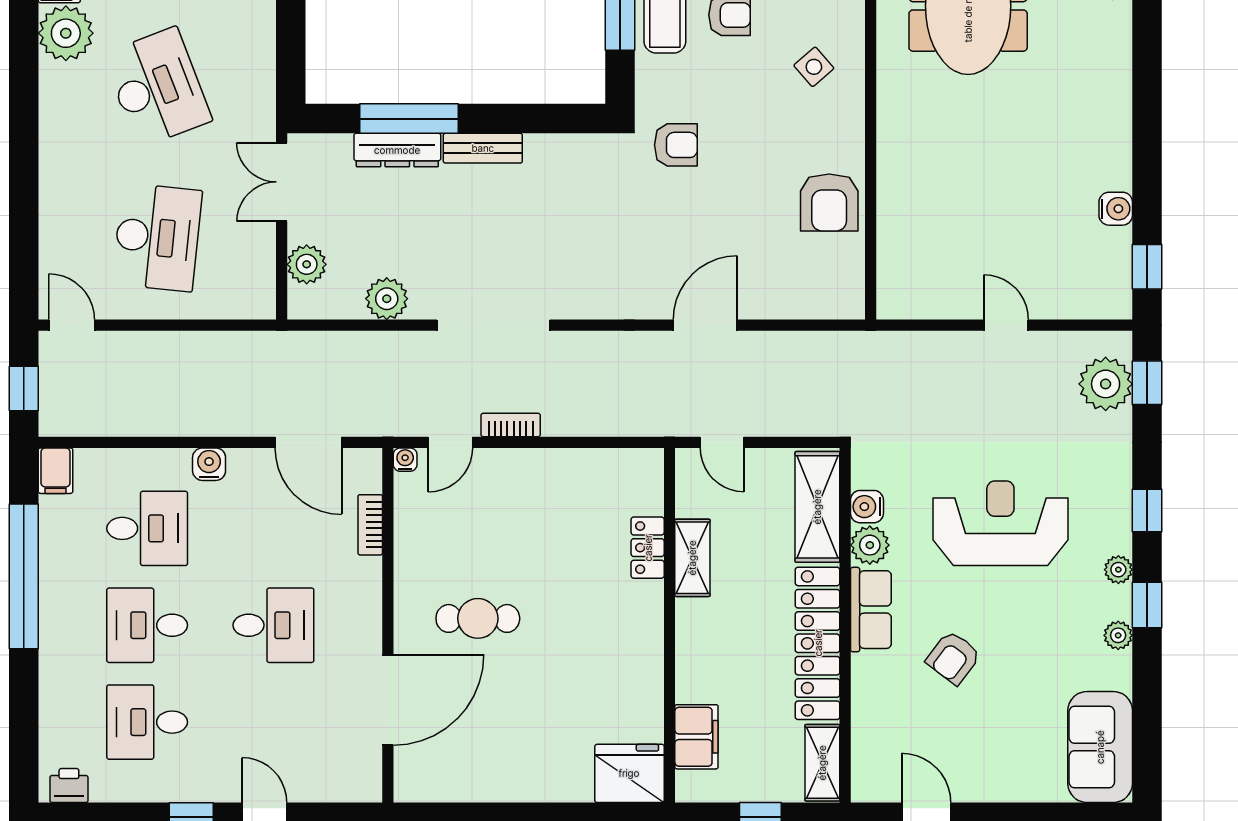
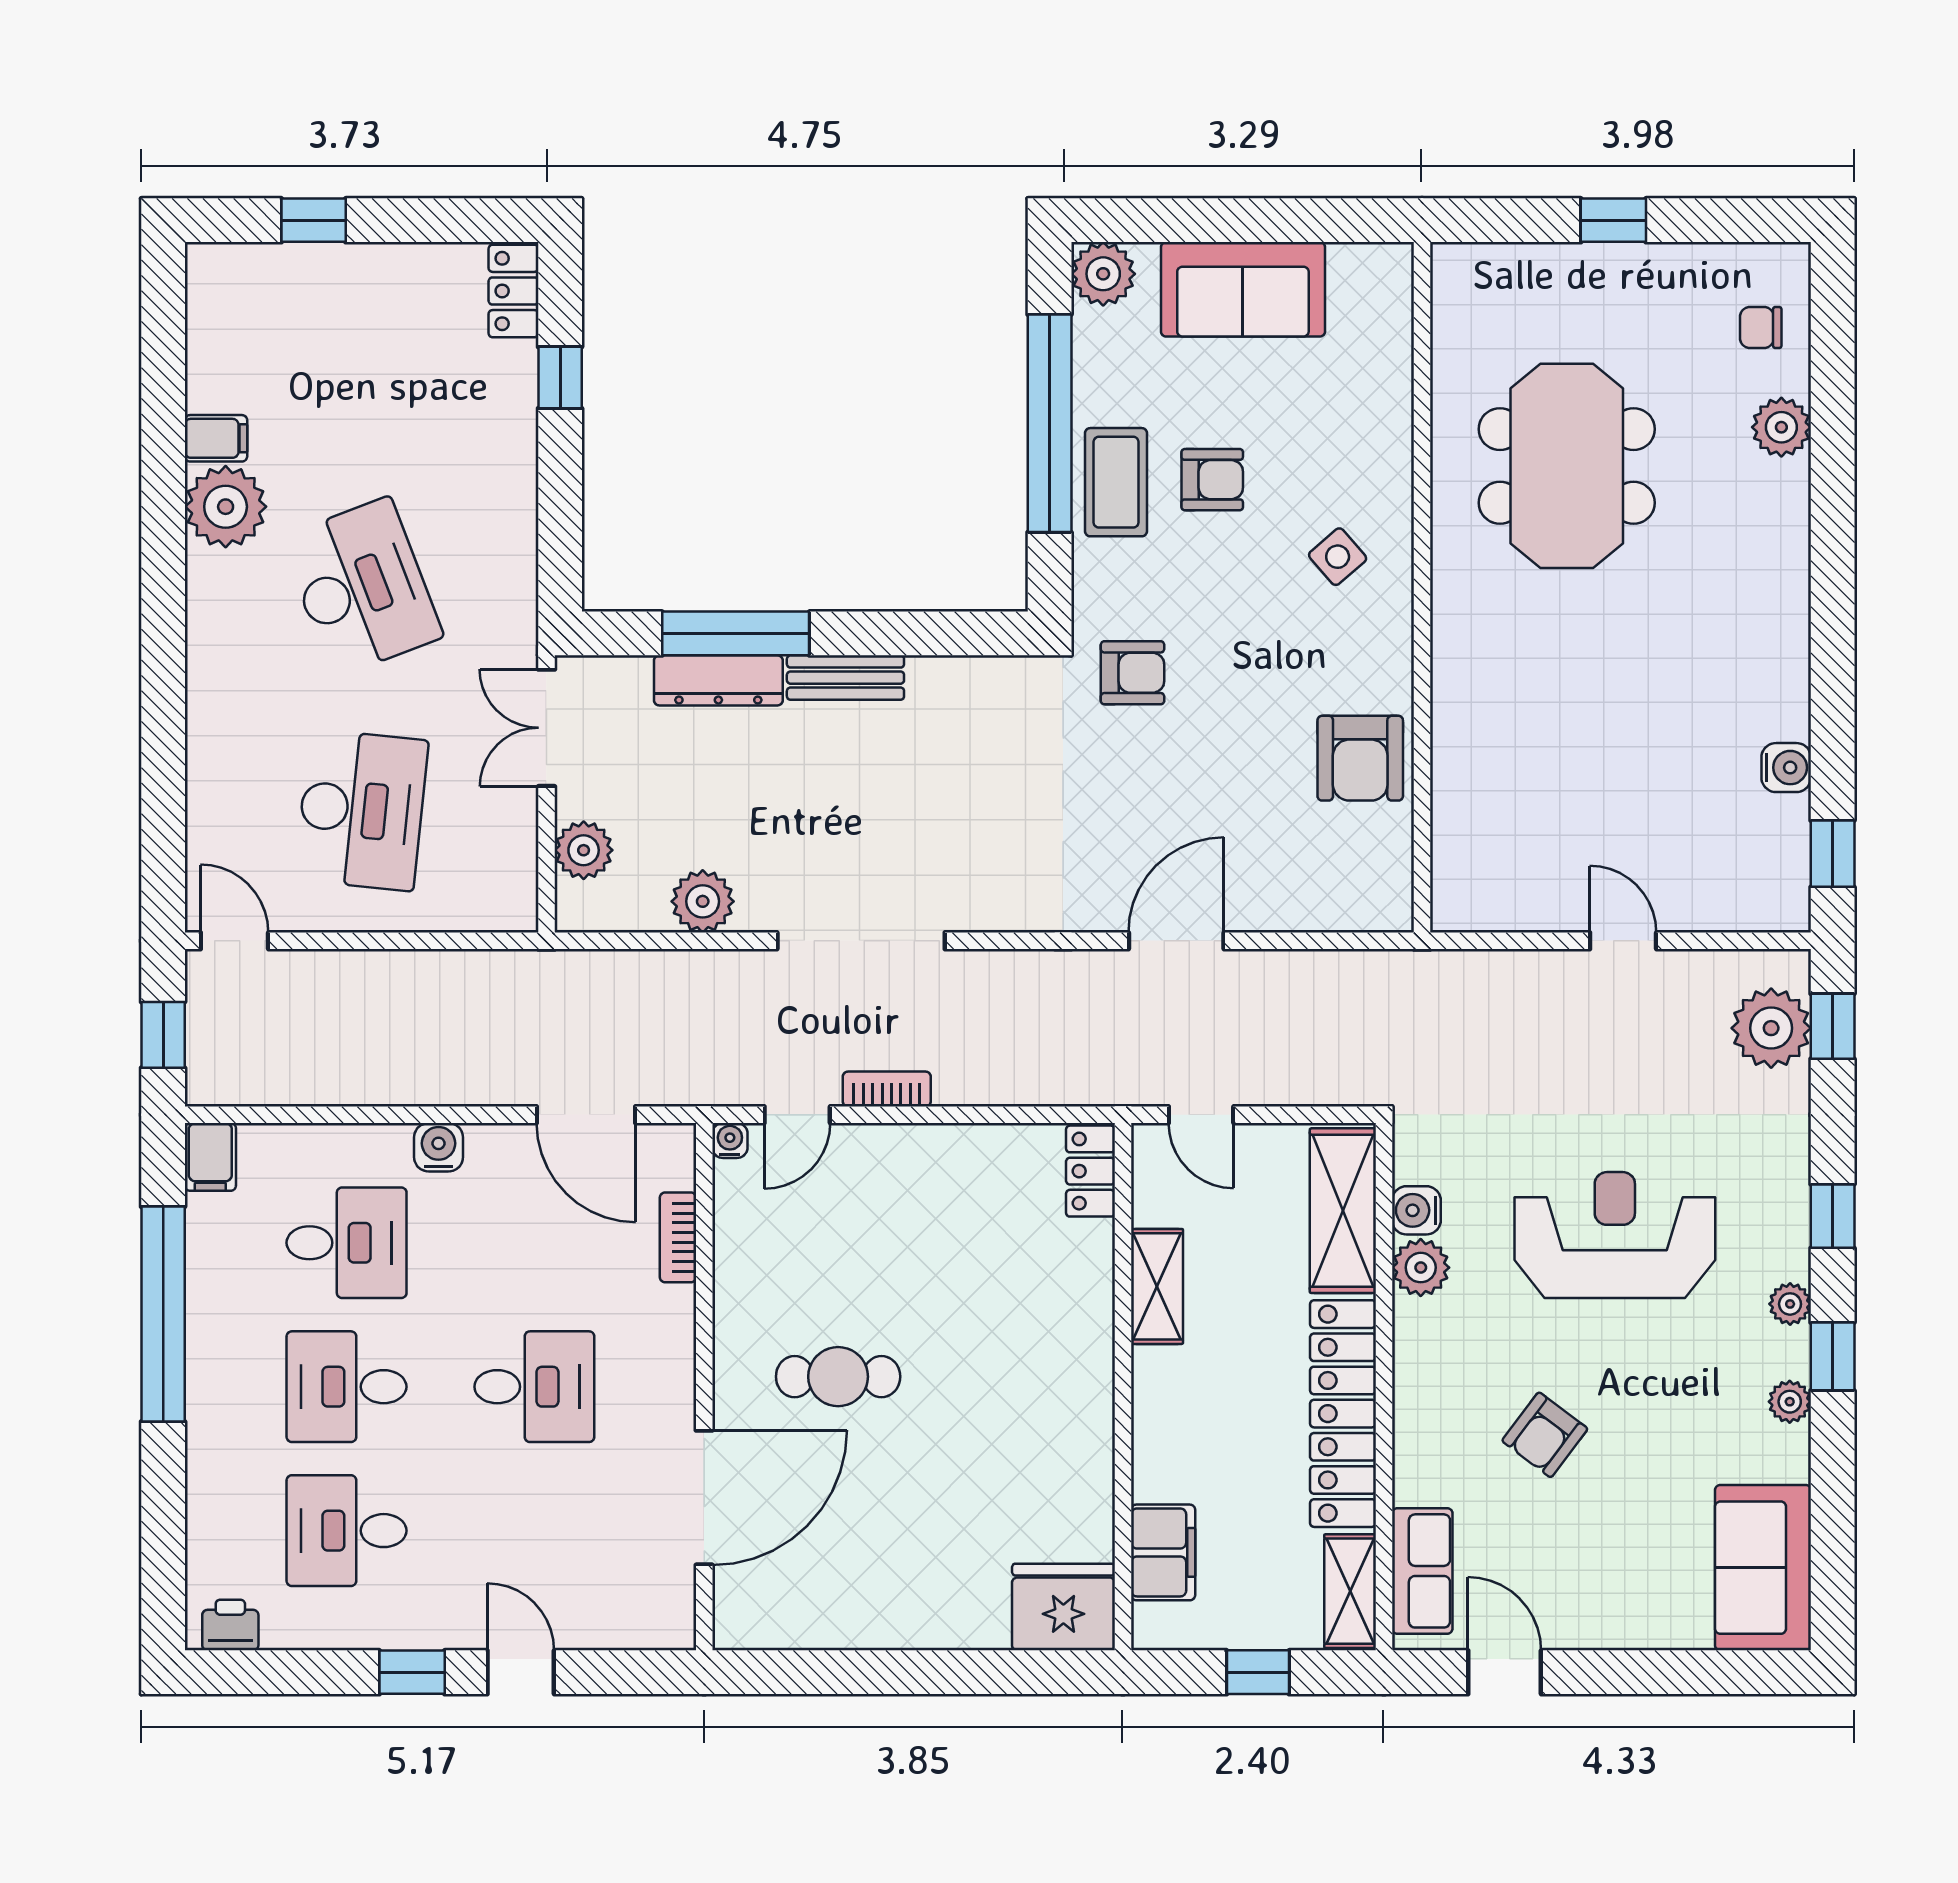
locker: (648, 548) -> (1090, 1171), moved
row of seats: (871, 610) -> (1422, 1571), moved

